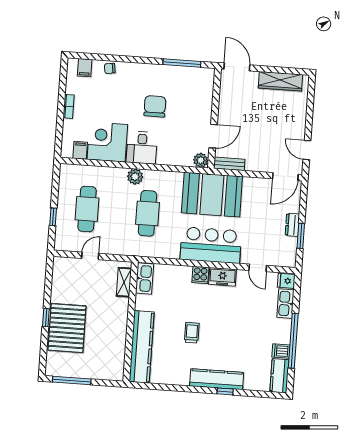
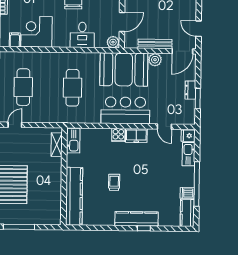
desk: (142, 148) -> (82, 35), moved
bench: (229, 164) -> (155, 44), moved, width x1.36
plant: (135, 177) -> (155, 60), moved
door: (90, 256) -> (15, 125), moved

